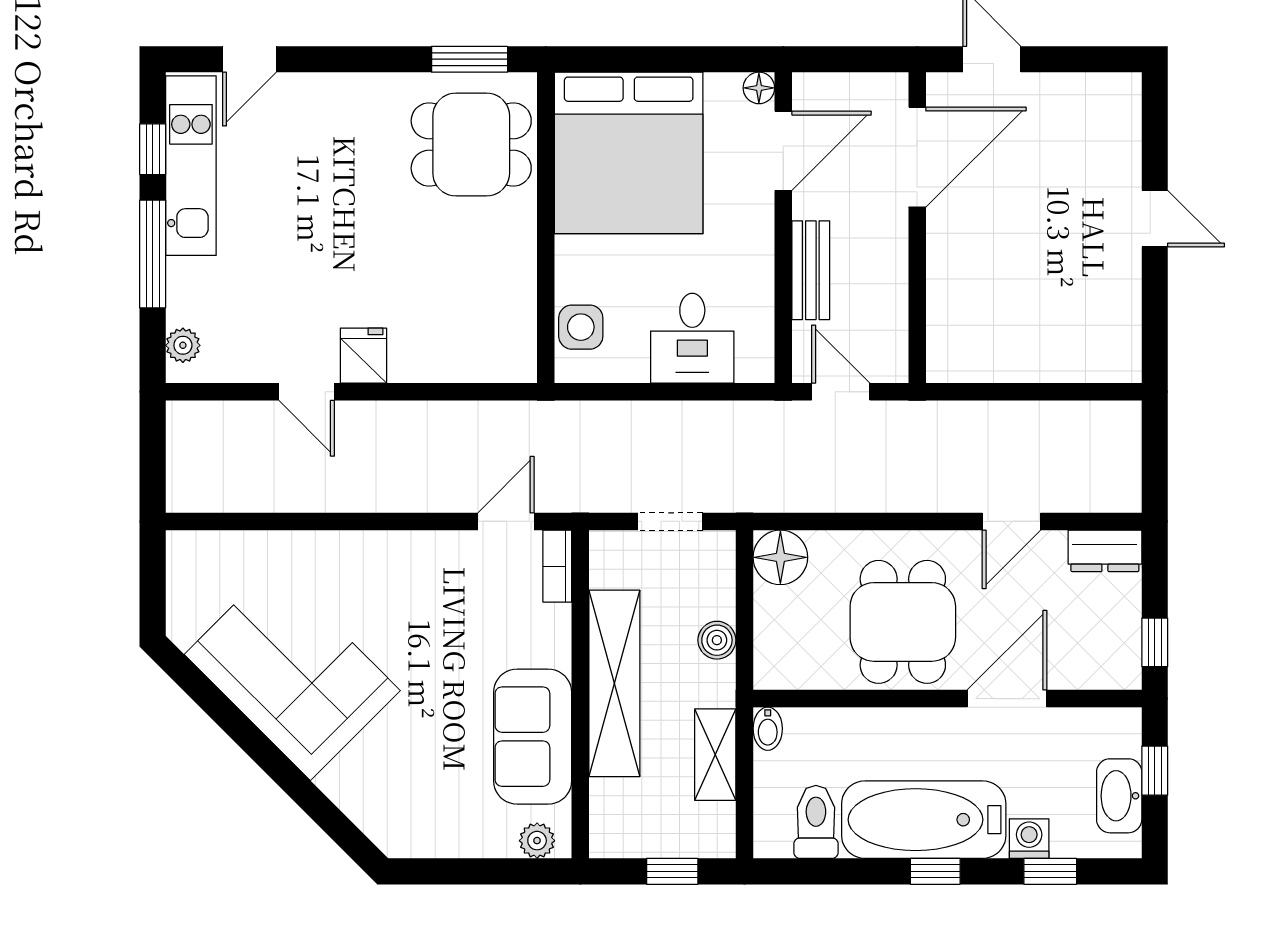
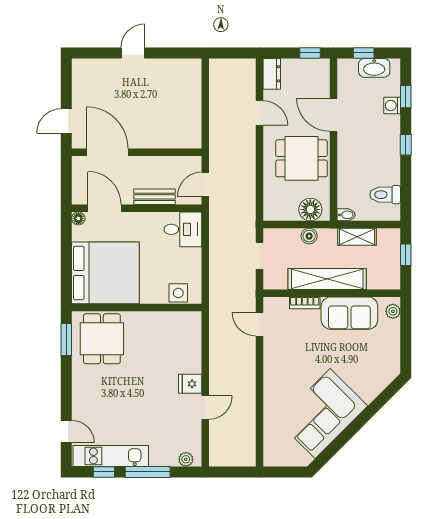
desk: (692, 338) -> (183, 229), moved
floor lamp: (780, 557) -> (310, 210), moved
bookcase: (557, 566) -> (305, 303), moved
bathtub: (924, 820) -> (384, 150), removed

